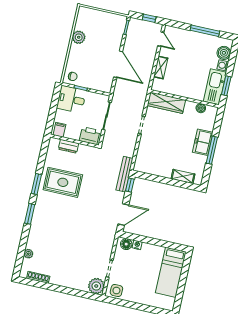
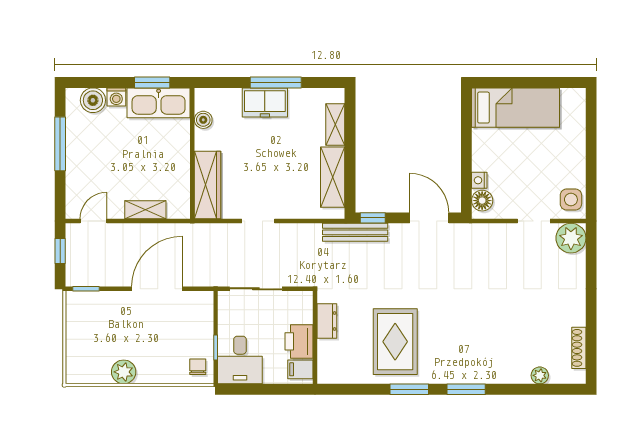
printer: (90, 136) -> (299, 341), moved
dresser: (68, 146) -> (327, 321), moved
shelving: (156, 169) -> (333, 177), added

